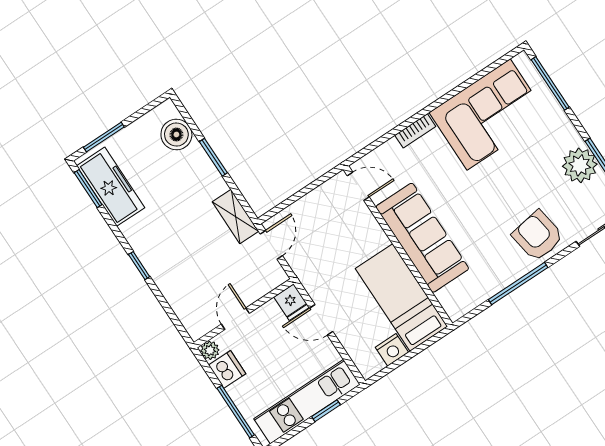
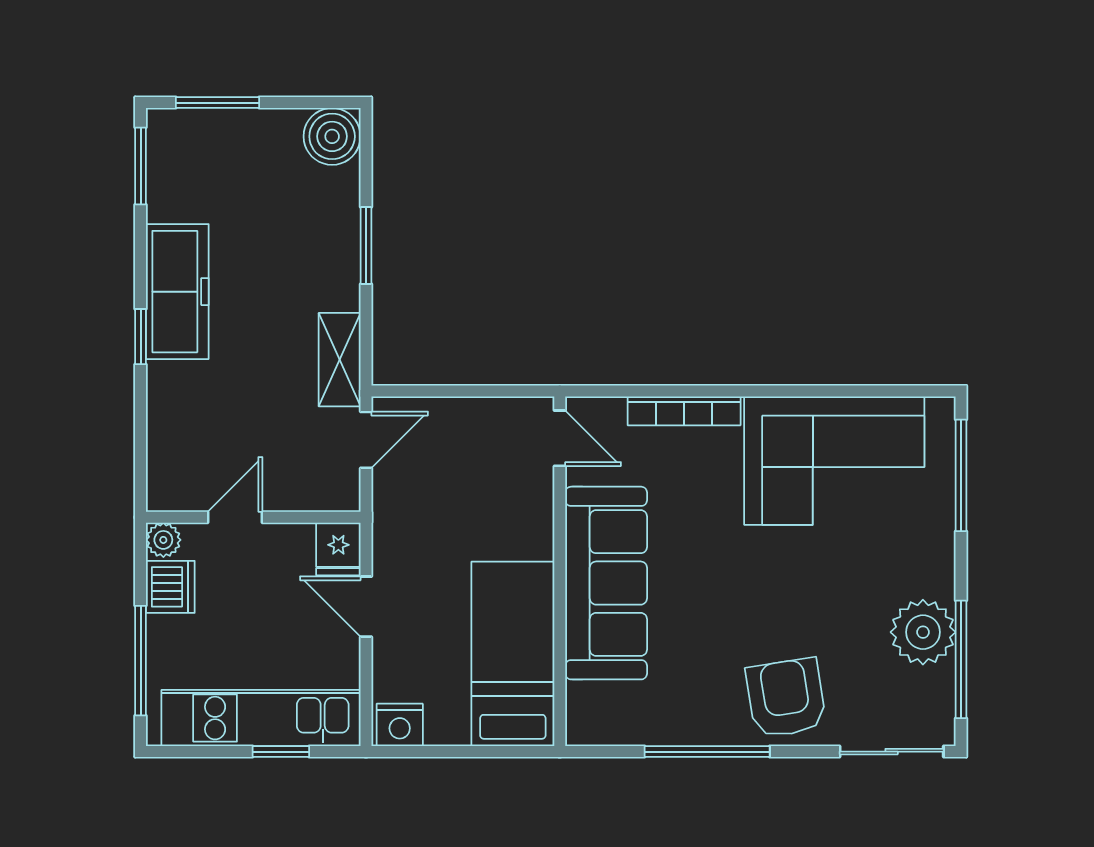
bookcase: (415, 131) -> (684, 411), width x1.56
boiler: (176, 134) -> (332, 136), moved
freezer: (111, 187) -> (177, 292), moved
nightstand: (392, 350) -> (400, 725), moved

